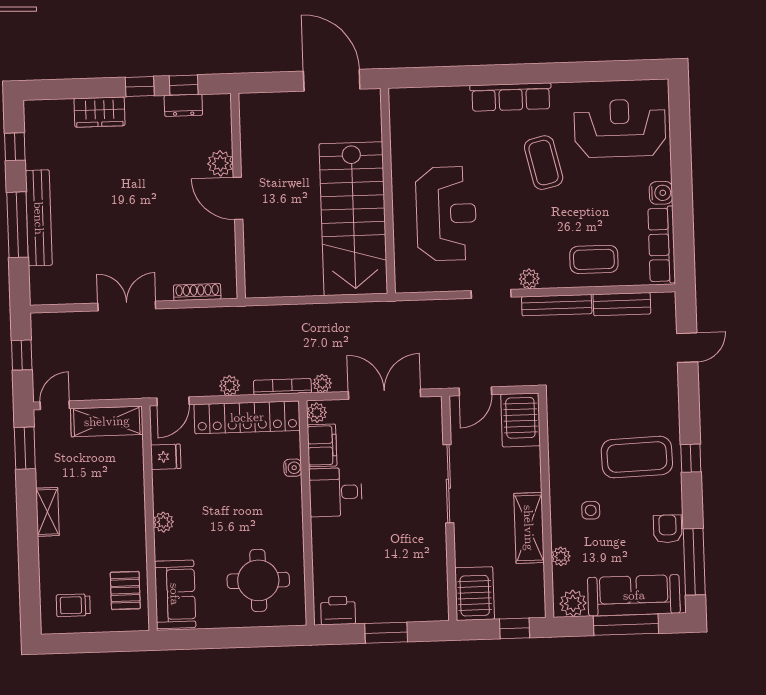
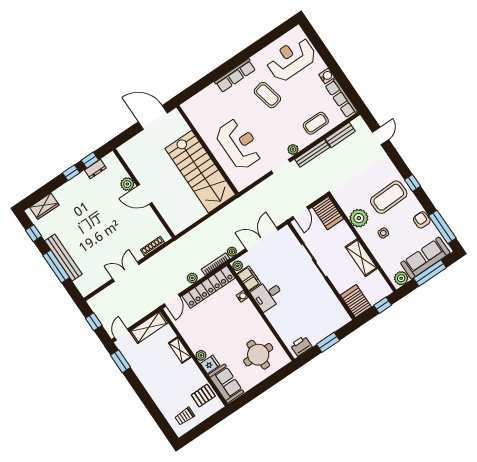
wardrobe: (99, 112) -> (44, 206), moved
fridge: (166, 457) -> (210, 364), moved
shelving: (48, 512) -> (180, 350), moved
plant: (561, 556) -> (359, 218), moved, width x1.88, depth x1.88
pallet: (125, 590) -> (203, 396), turned 90

